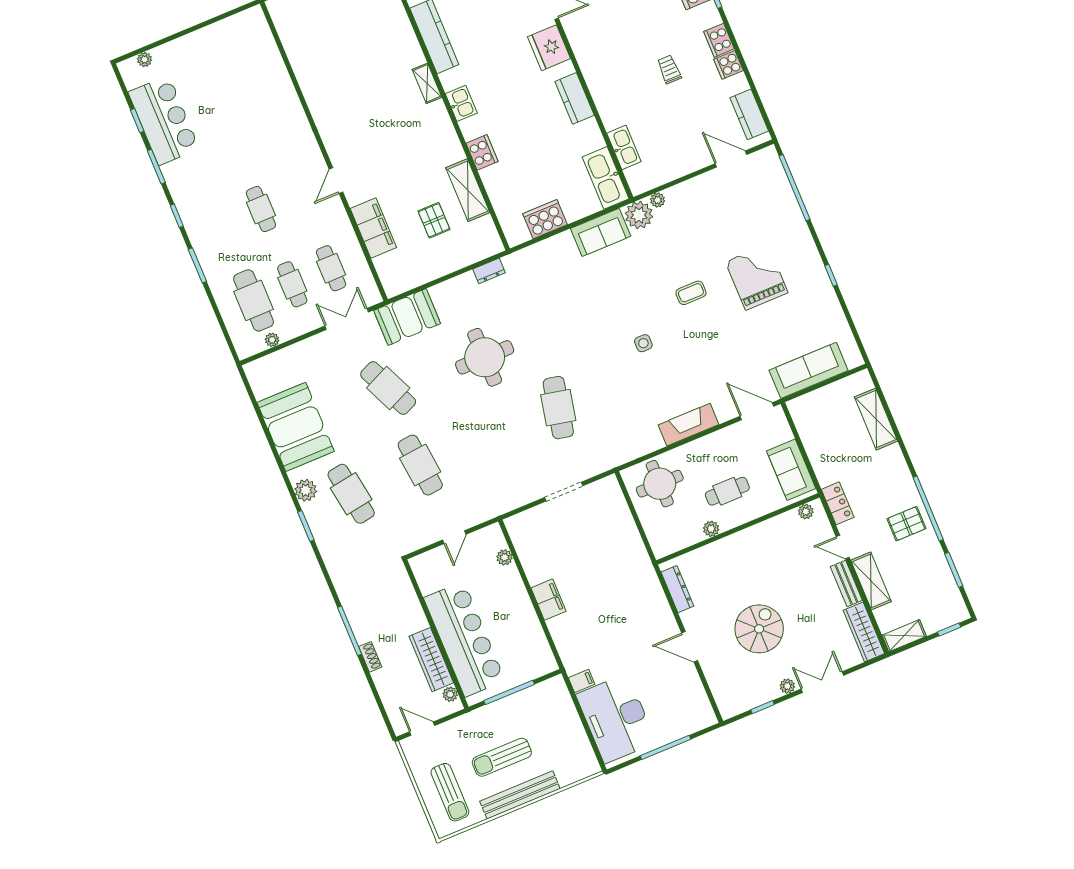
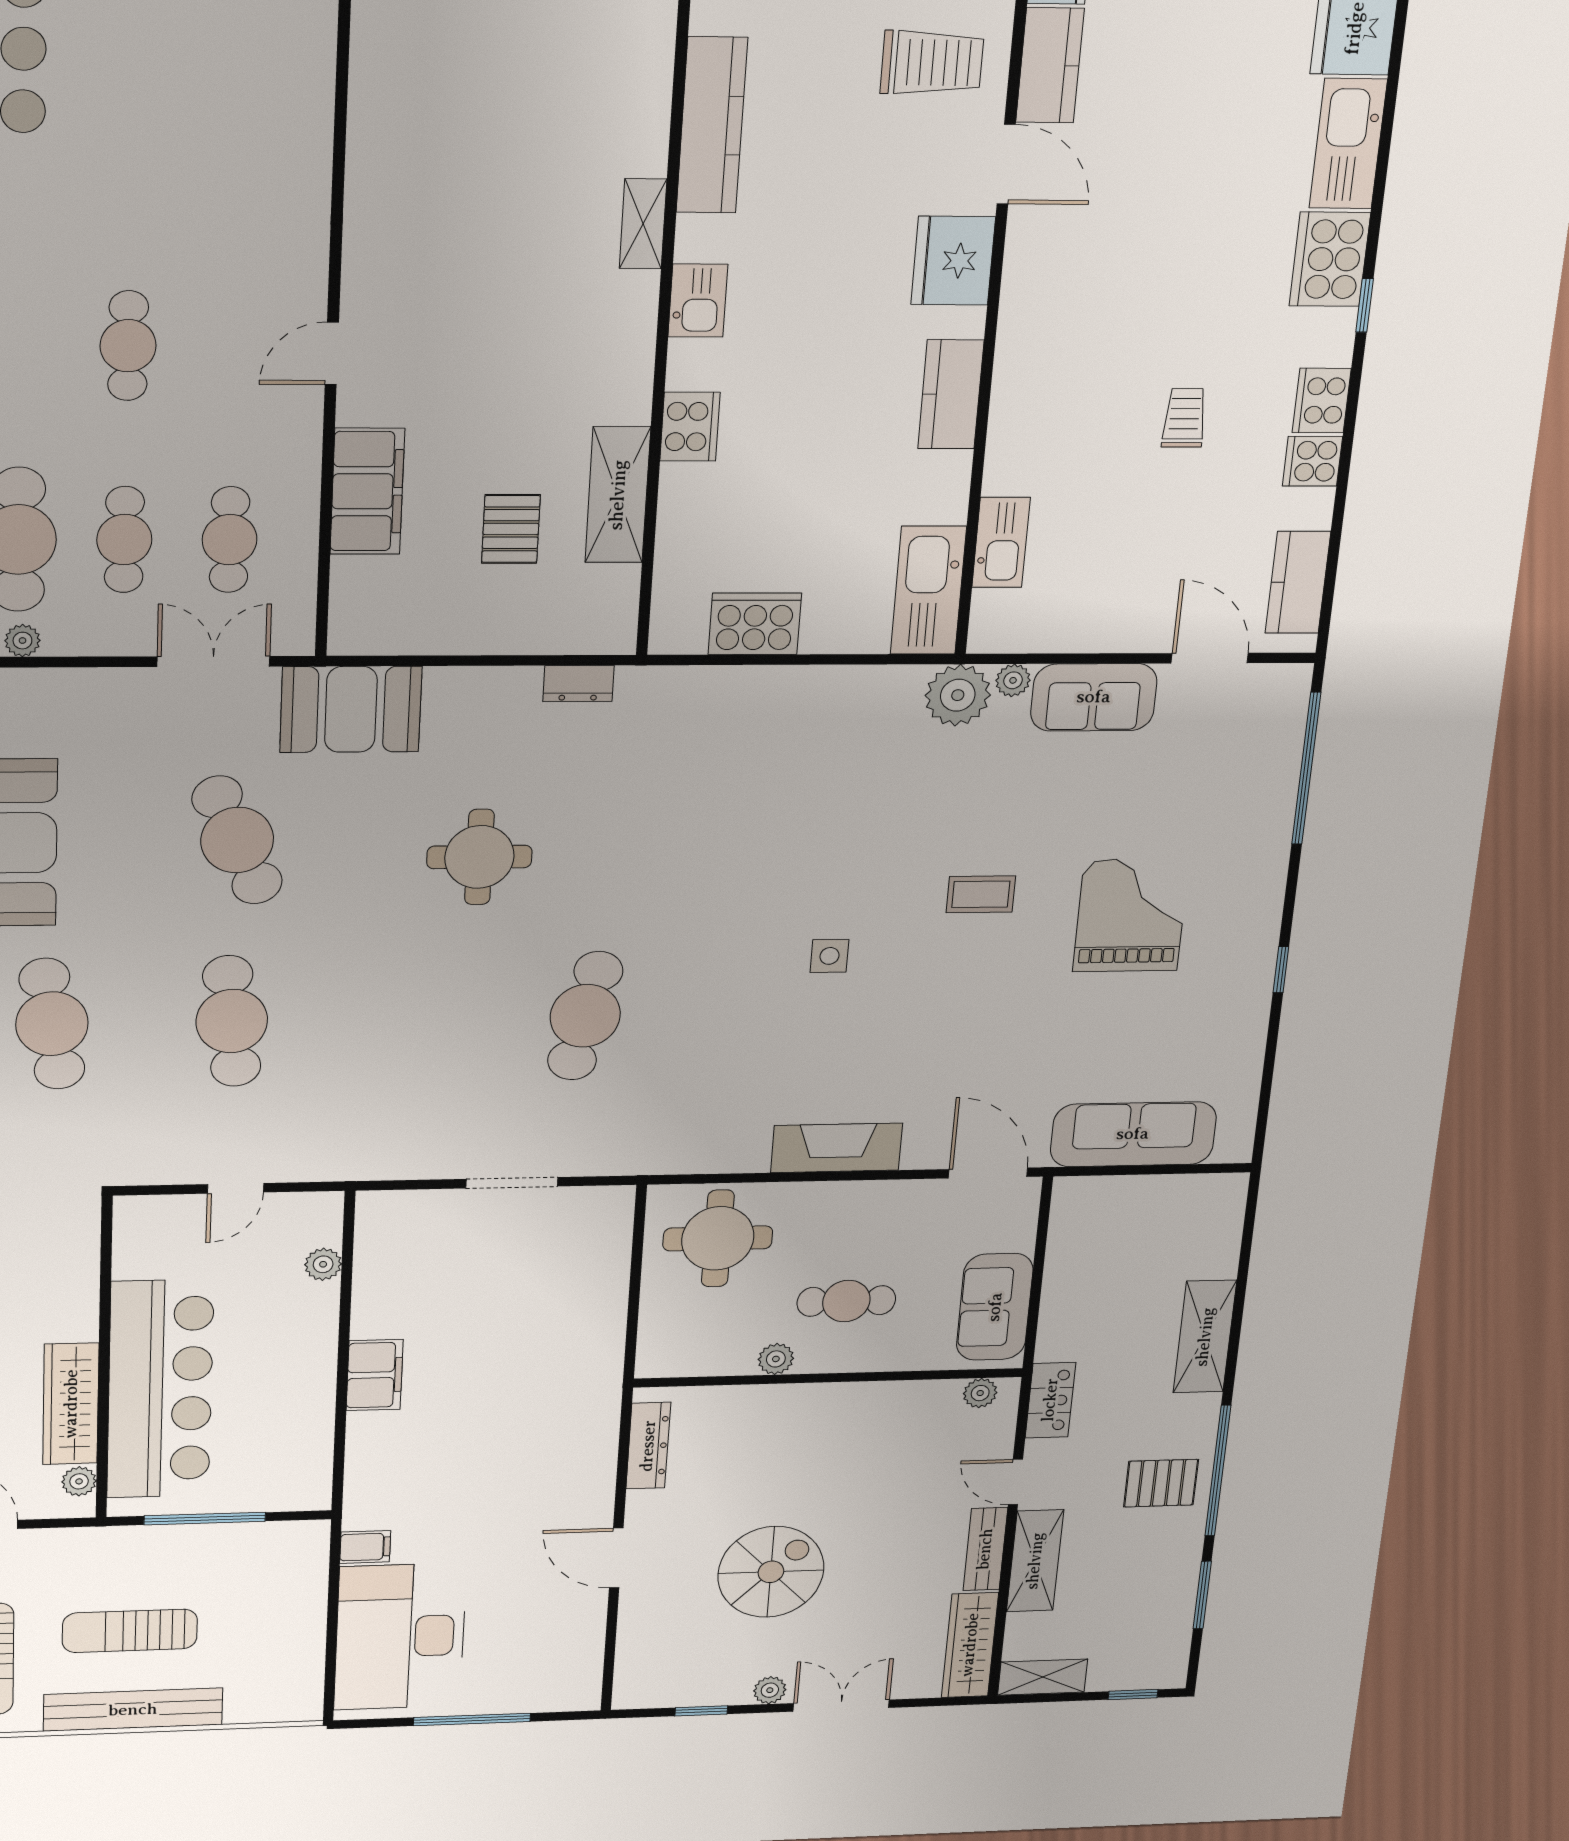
sofa: (601, 232) -> (1094, 697), moved
round table: (485, 357) -> (479, 857), width x0.73, depth x0.73
shelving: (876, 419) -> (1205, 1337), moved

